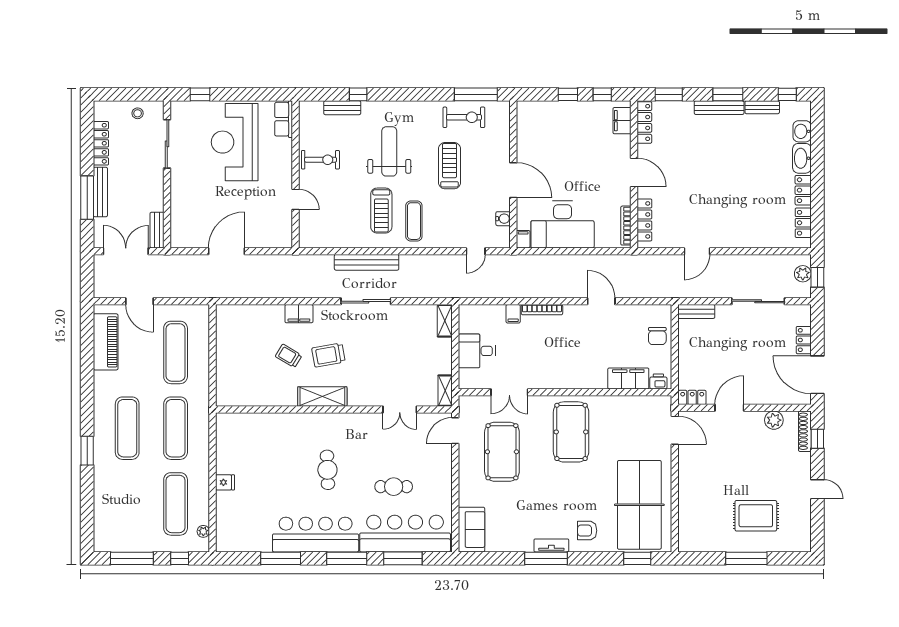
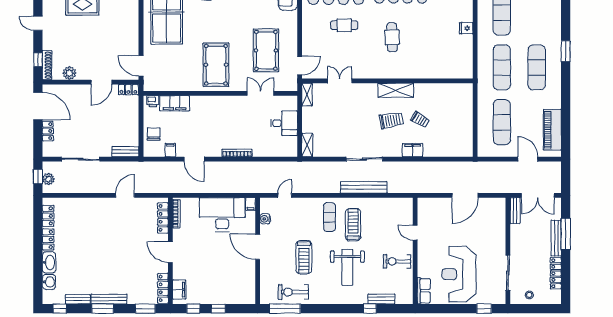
reception desk: (235, 142) -> (459, 274), turned 180
filing cabinet: (513, 314) -> (170, 150), moved

